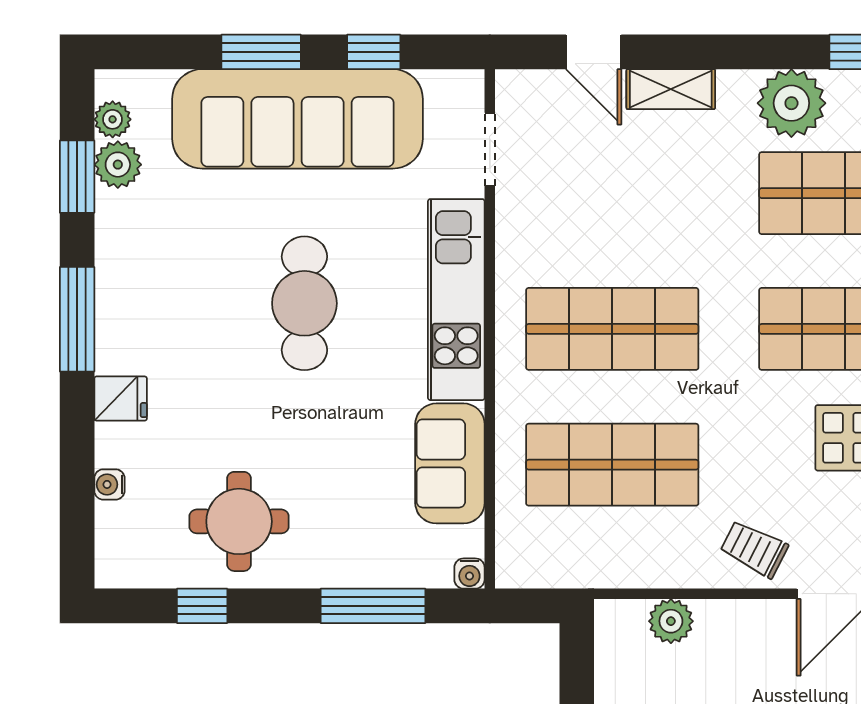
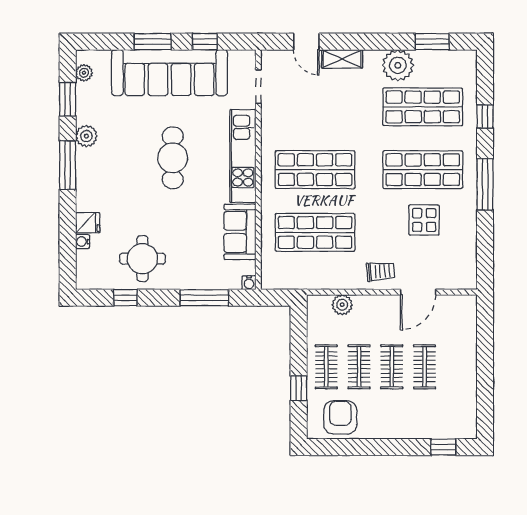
plant: (118, 165) -> (86, 136), moved
fridge: (121, 399) -> (88, 223), moved
trolley: (754, 549) -> (381, 271), turned 148

